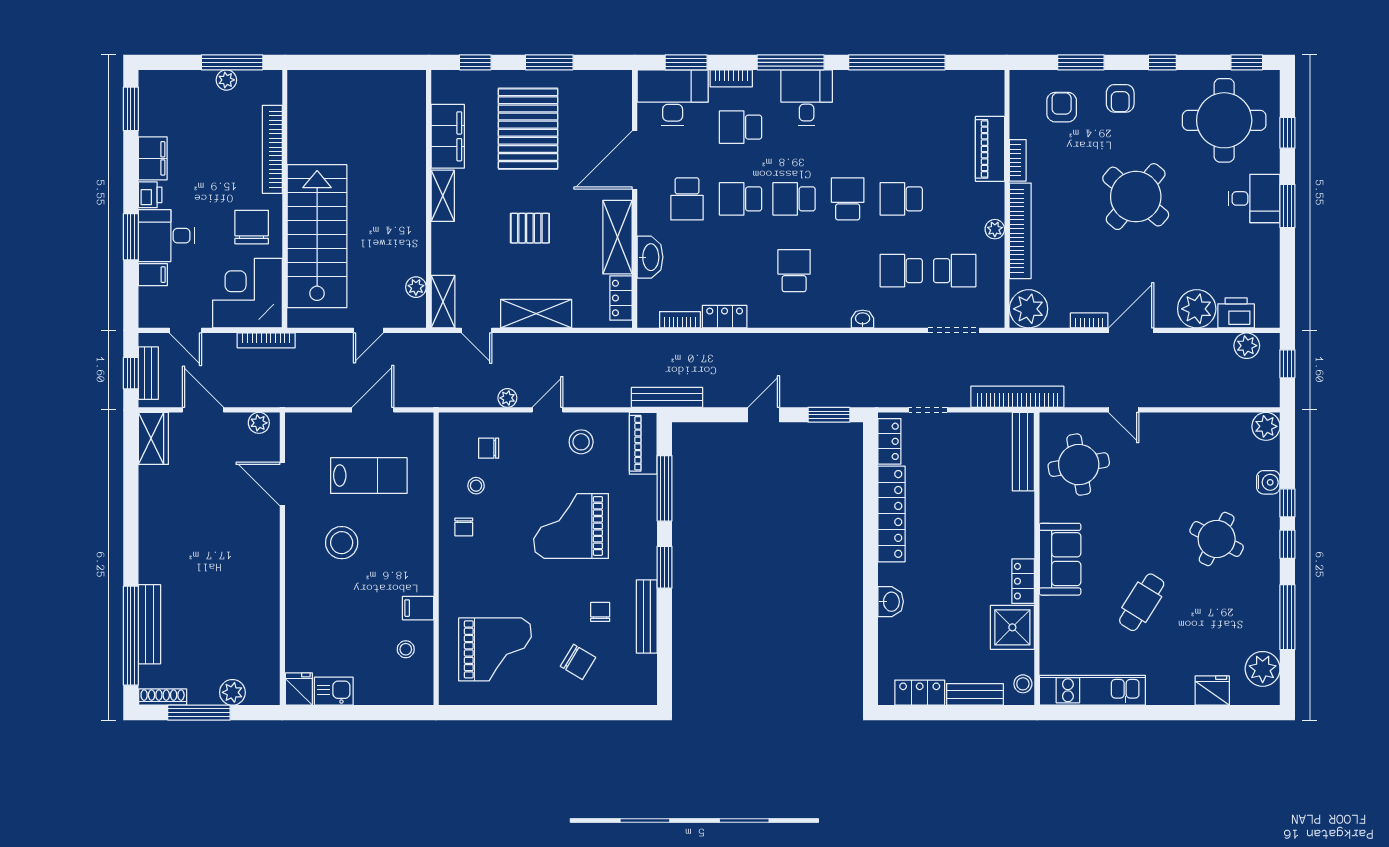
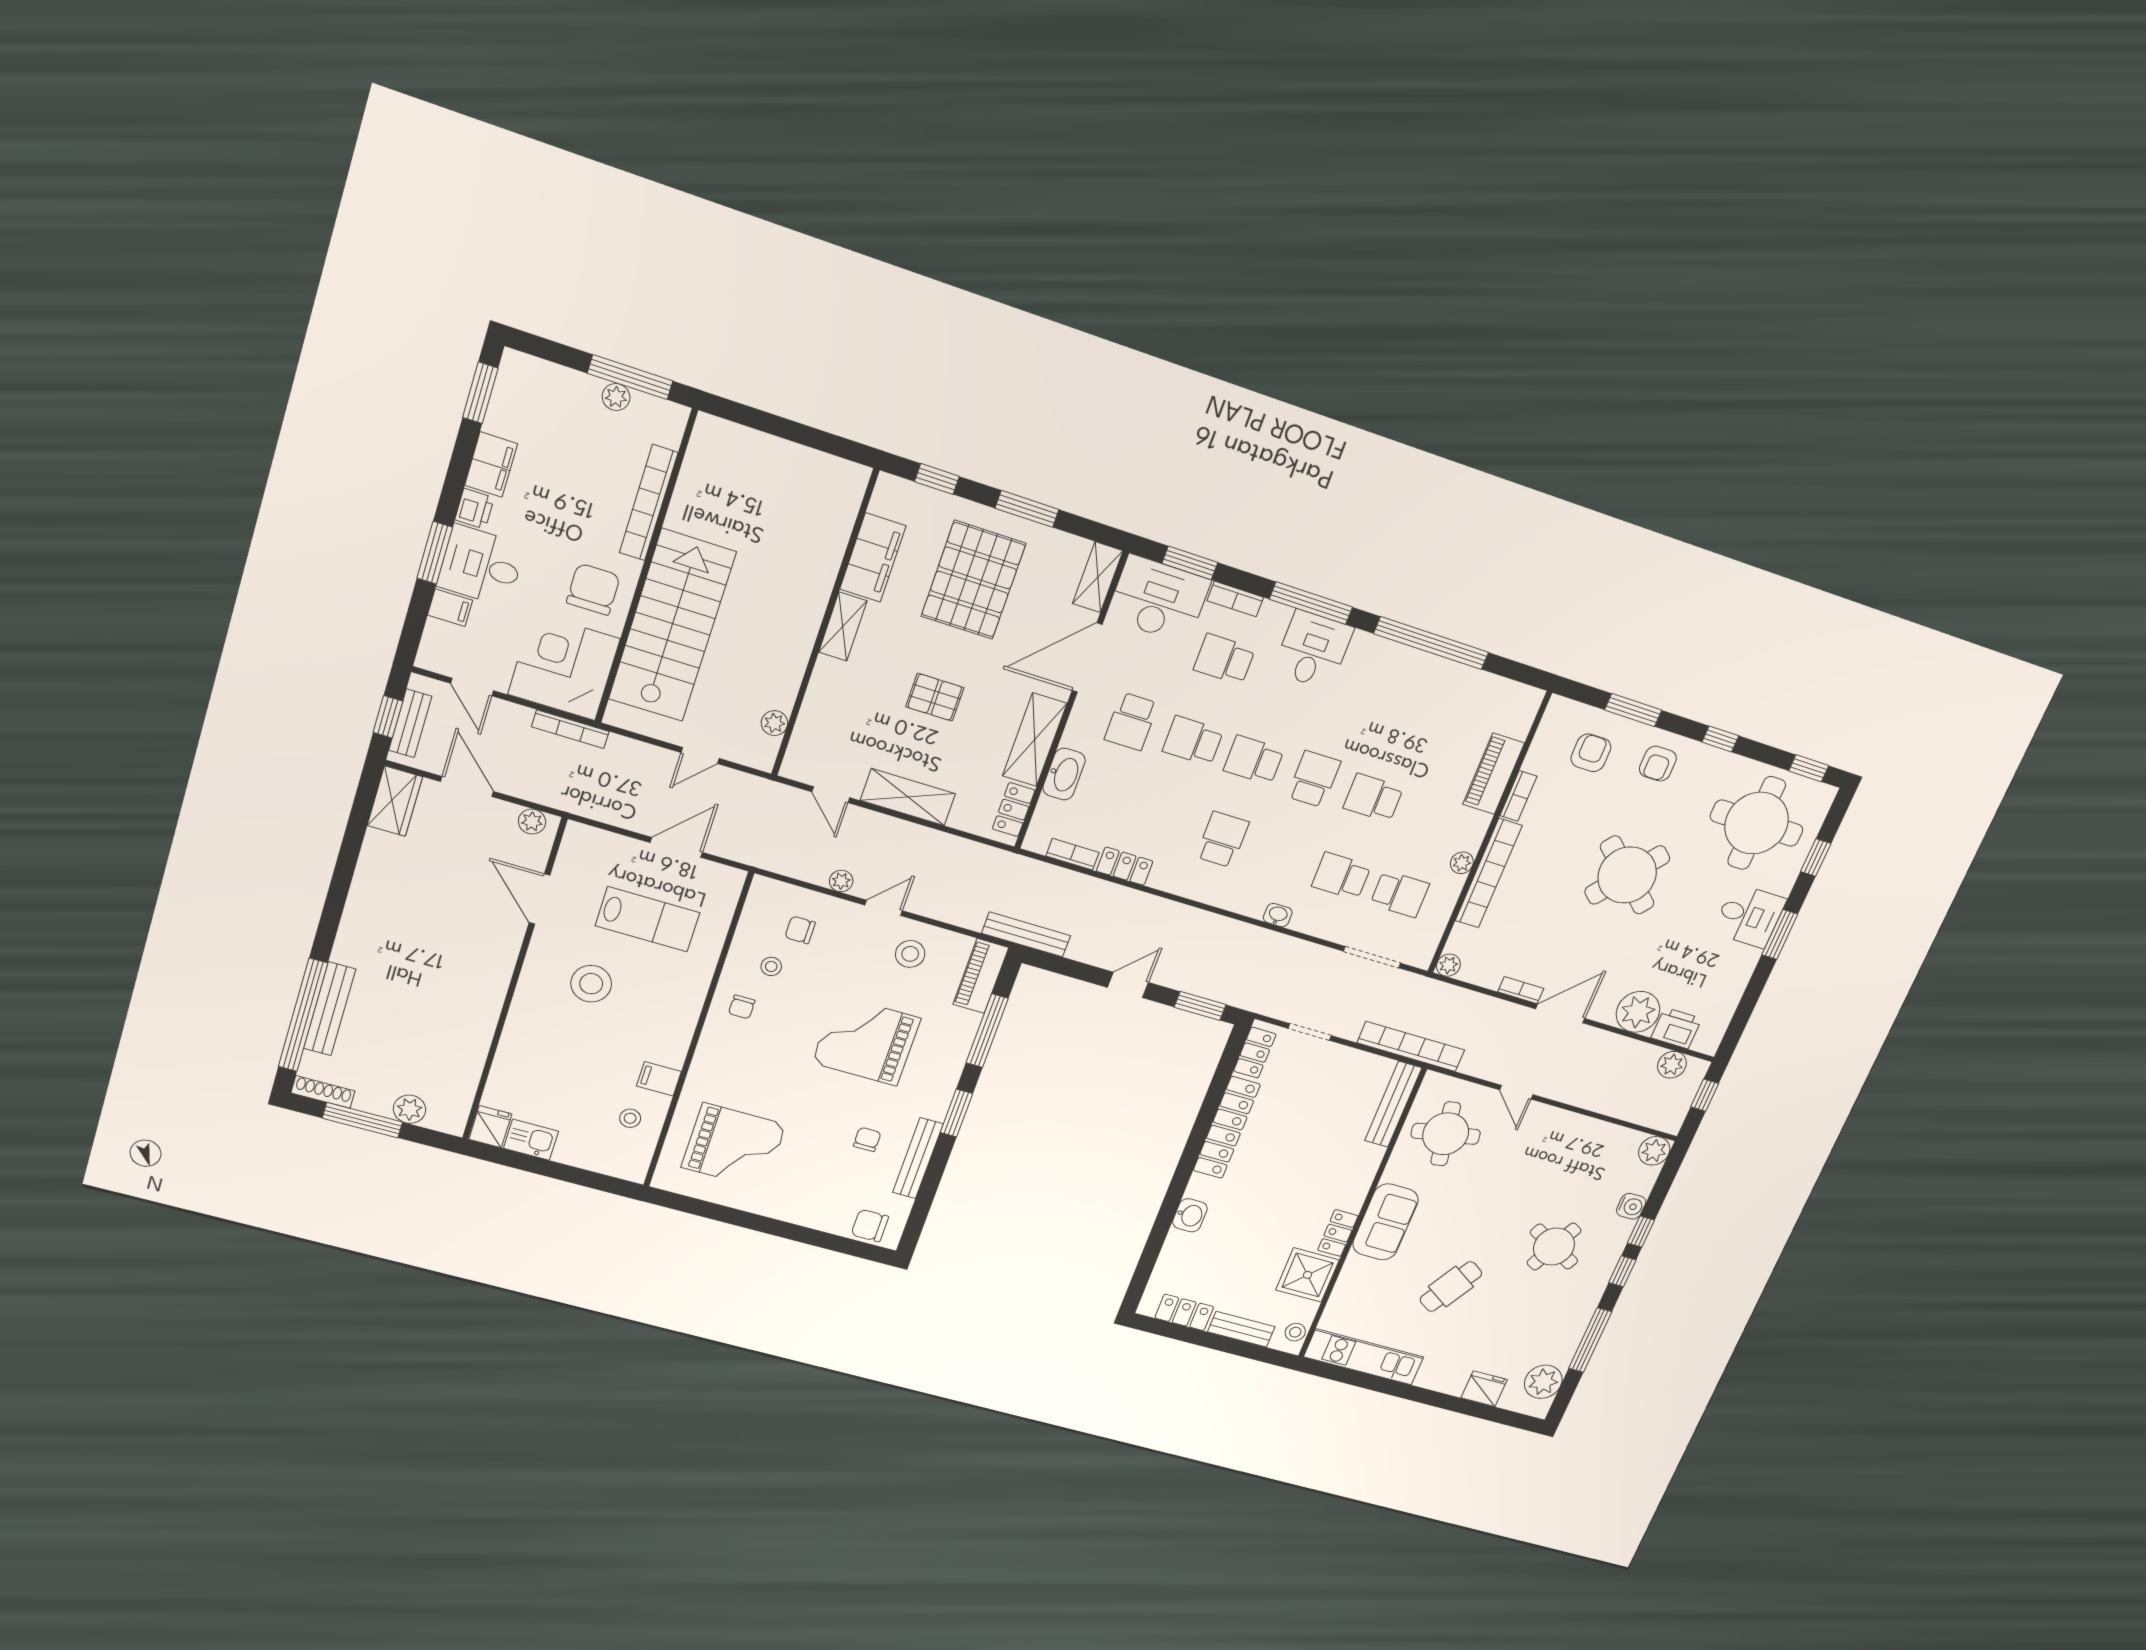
shelving: (443, 302) -> (1098, 577), moved
plant: (1029, 309) -> (1448, 965), width x0.53, depth x0.53
chair: (578, 662) -> (870, 1226), moved, turned 149

